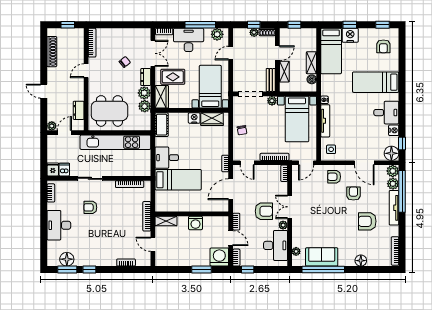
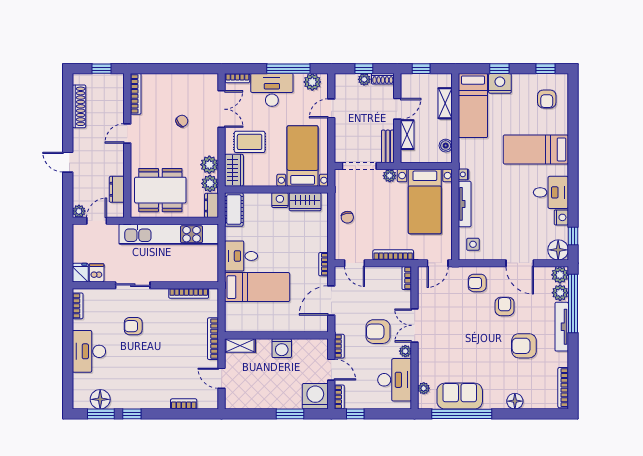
shelving: (311, 63) -> (445, 103), moved
dresser: (146, 77) -> (211, 205), moved
armchair: (264, 211) -> (378, 332), turned 180

